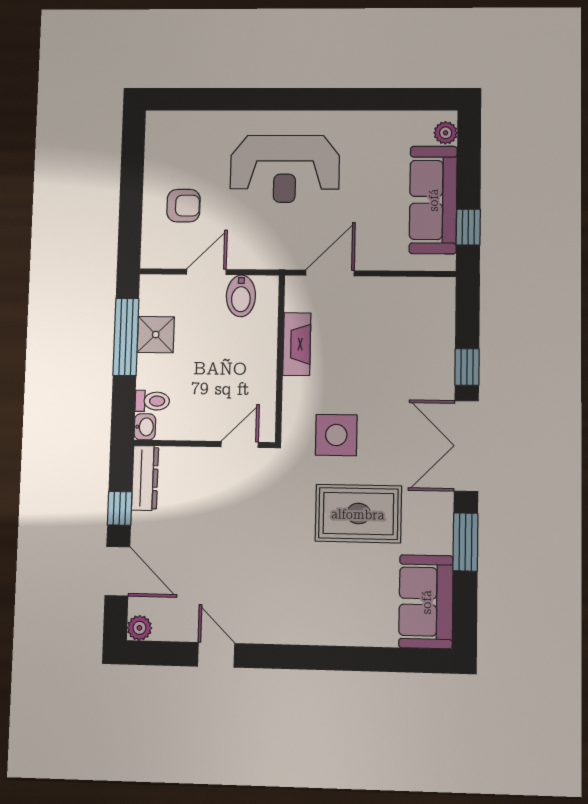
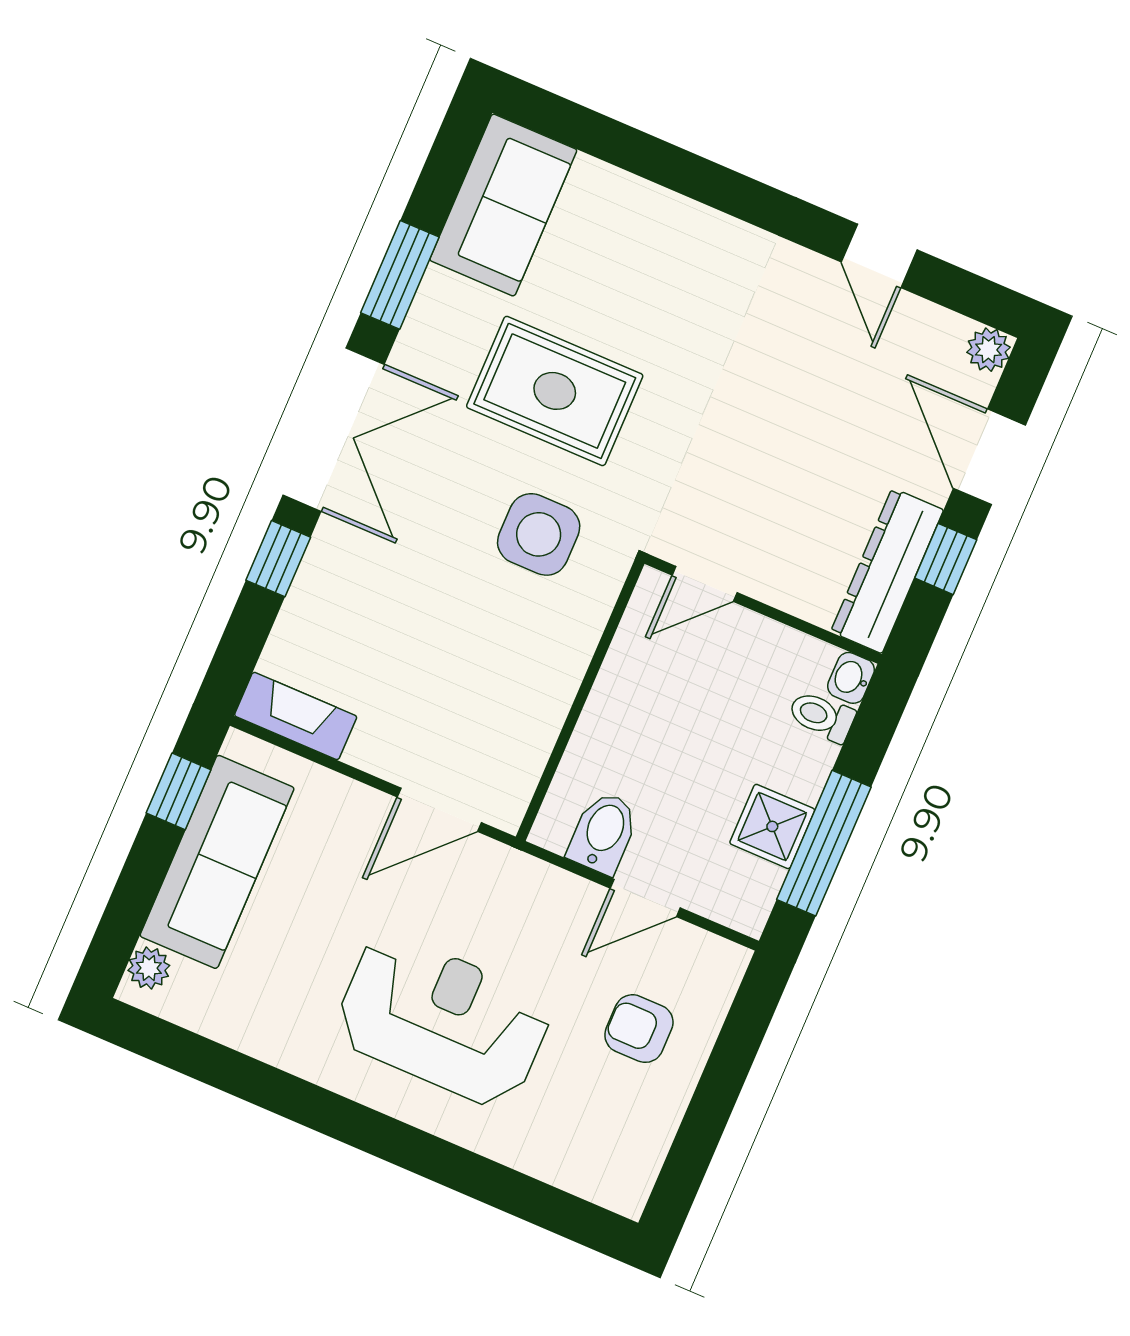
fireplace: (297, 344) -> (296, 716), moved, turned 90
dresser: (145, 478) -> (887, 571), width x1.37, depth x1.24

